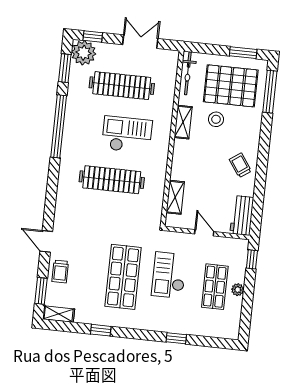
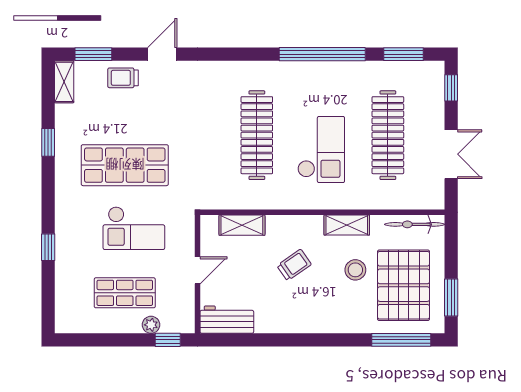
plant: (84, 53) -> (427, 78), removed
trolley: (240, 165) -> (294, 265), moved
checkout: (169, 275) -> (134, 228), turned 180
plant: (238, 290) -> (151, 325), moved

